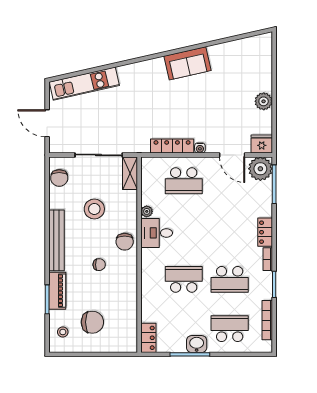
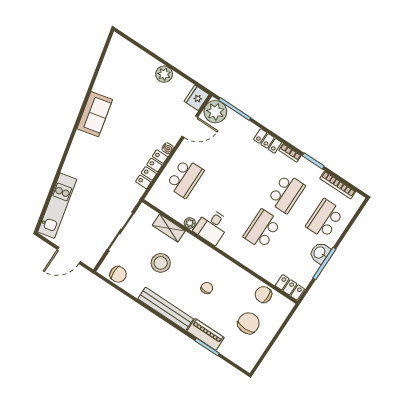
shelving: (130, 173) -> (169, 228), moved
chair: (125, 242) -> (263, 295), moved, turned 180
stool: (63, 332) -> (241, 352), removed

